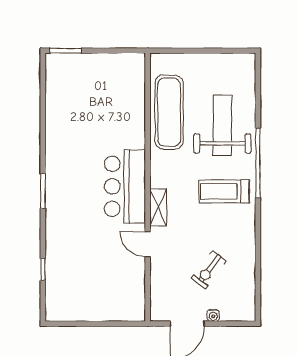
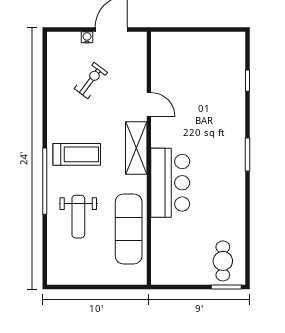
cafe table: (69, 78) -> (223, 261), added
weight bench: (222, 125) -> (78, 217), width x0.73, depth x0.75
bar counter: (125, 186) -> (170, 183), moved
shelving: (158, 207) -> (136, 148), width x1.50, depth x1.33

